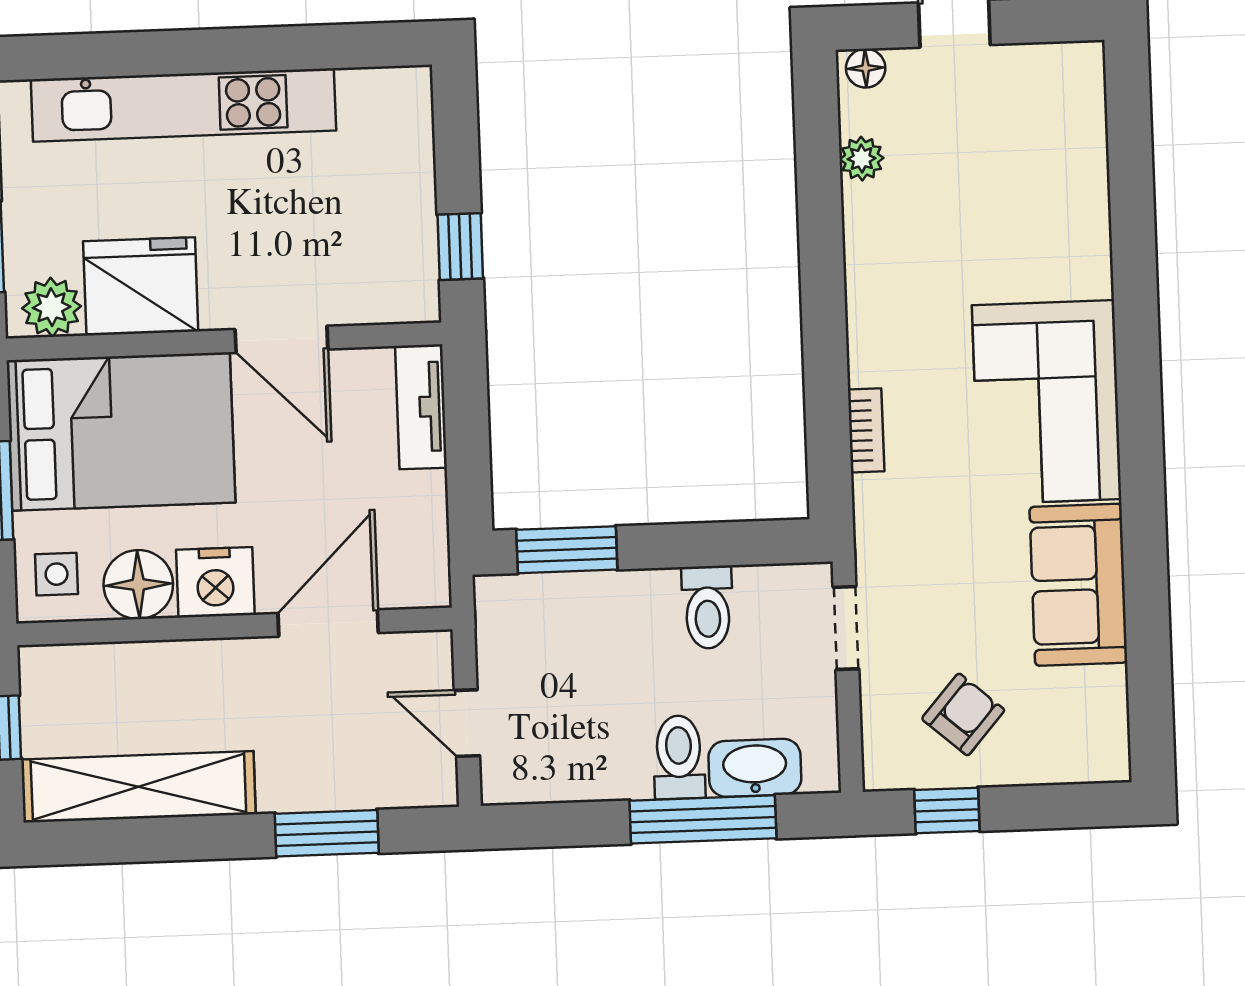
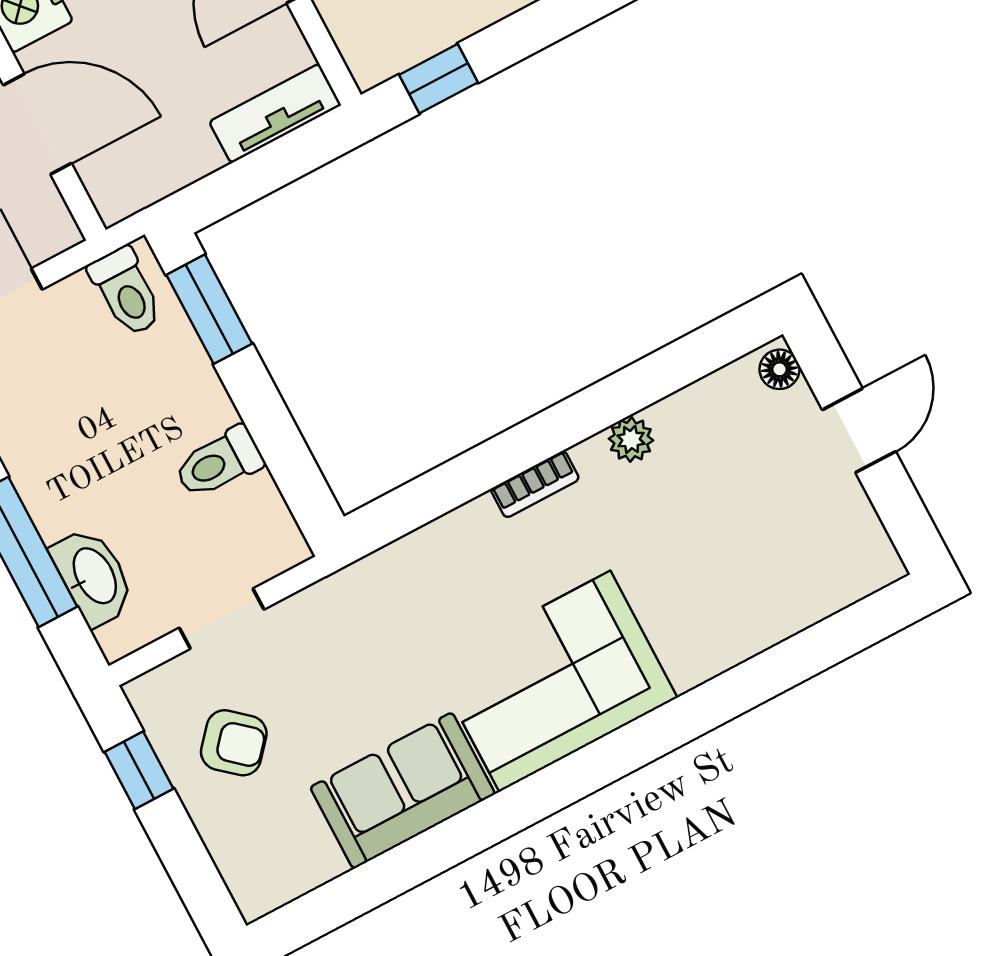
plant: (862, 159) -> (631, 440), moved
bookcase: (866, 430) -> (535, 484), moved
doorway: (846, 628) -> (222, 619), moved
toilet: (679, 757) -> (126, 292), moved, turned 90

